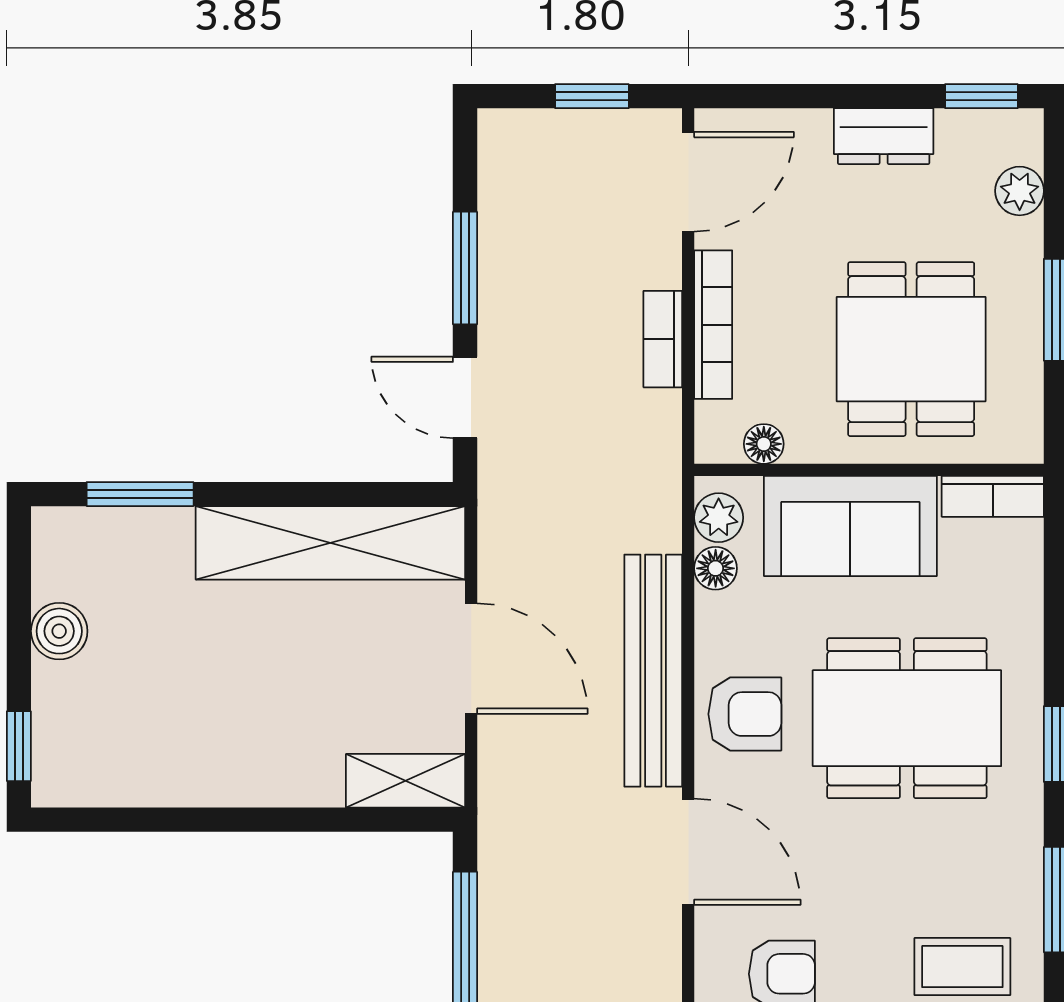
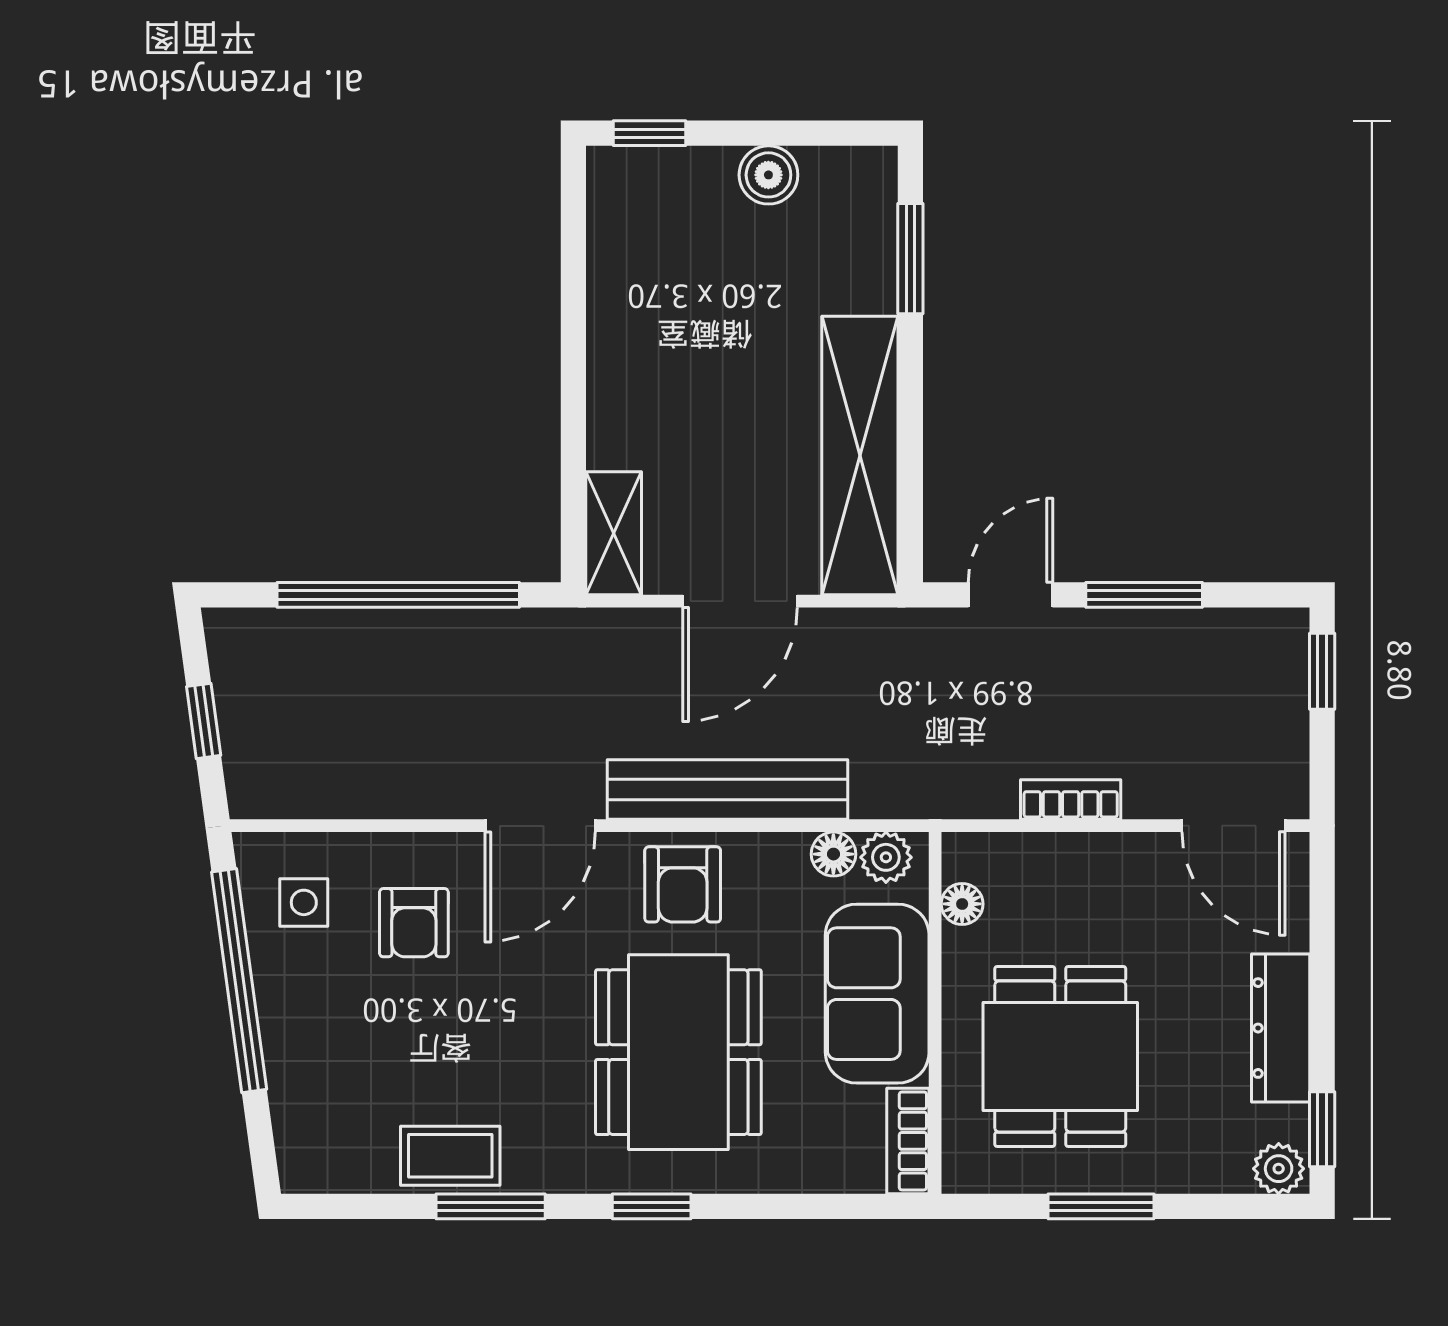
window: (592, 96) -> (1322, 671), moved
dresser: (884, 136) -> (1281, 1028), width x1.44
plant: (1020, 191) -> (1279, 1169), moved
bookcase: (713, 325) -> (1086, 852), removed
dining table: (911, 349) -> (1060, 1057), turned 90
coffee table: (962, 967) -> (450, 1156), moved, turned 90

